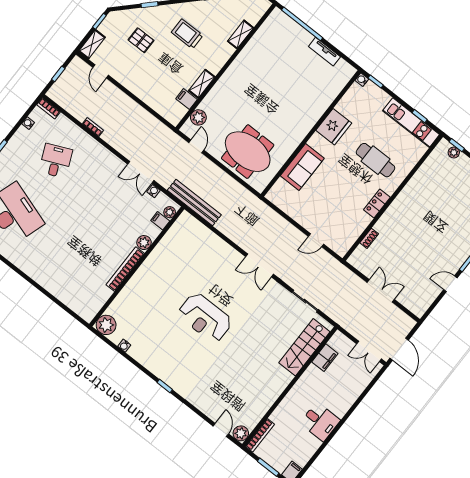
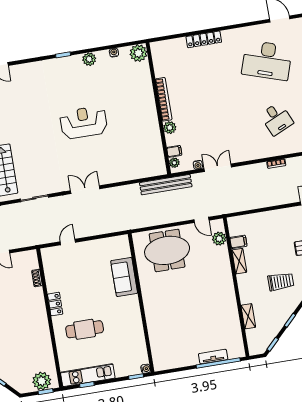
tv unit: (324, 52) -> (213, 357), moved
fridge: (334, 127) -> (132, 322), removed
plant: (454, 153) -> (42, 381), width x1.88, depth x1.88
locker: (45, 281) -> (204, 39), added
plant: (148, 361) -> (89, 59), added

